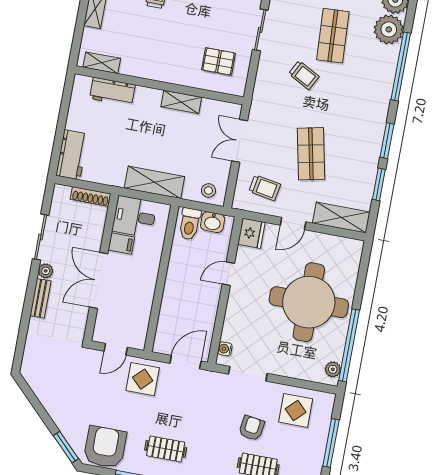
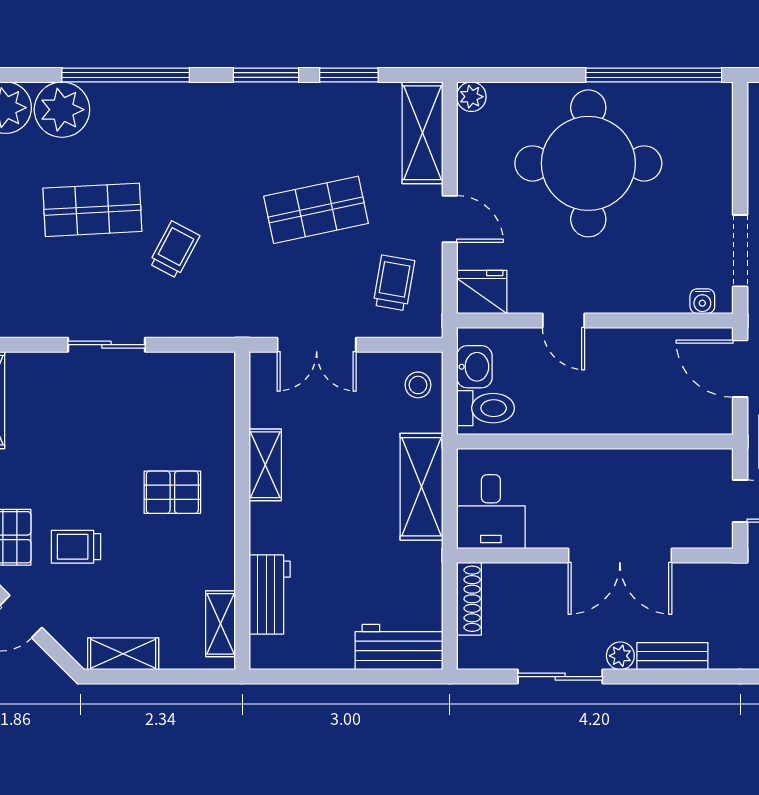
pallet: (218, 61) -> (172, 492), moved, turned 90
filing cabinet: (121, 243) -> (545, 527), removed
plant: (333, 369) -> (471, 97), moved

